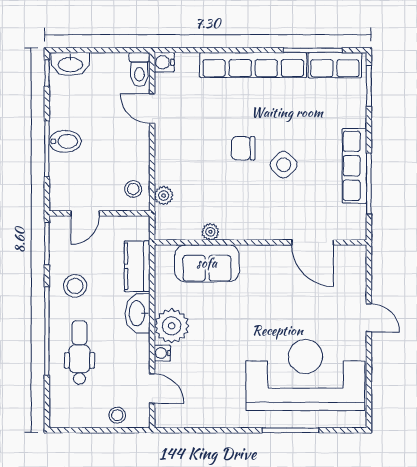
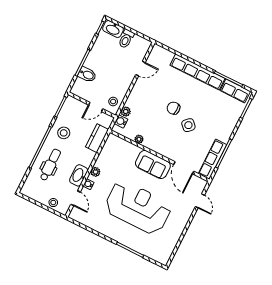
water cooler: (164, 62) -> (121, 121), moved
toilet: (139, 70) -> (126, 39), moved
door: (152, 109) -> (140, 69), swing flipped
bidet: (65, 141) -> (87, 75), moved
row of seats: (355, 166) -> (212, 159), moved
door: (85, 213) -> (96, 107), moved
sofa: (207, 263) -> (153, 165), moved
washbasin: (138, 313) -> (79, 175), moved
door: (369, 318) -> (200, 201), moved
plant: (172, 326) -> (95, 172), width x0.53, depth x0.53
reception desk: (305, 375) -> (138, 207), moved

